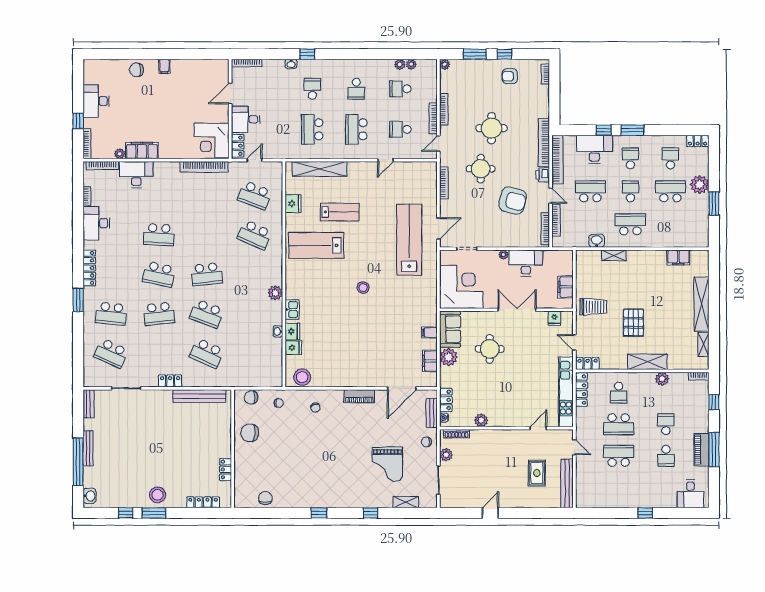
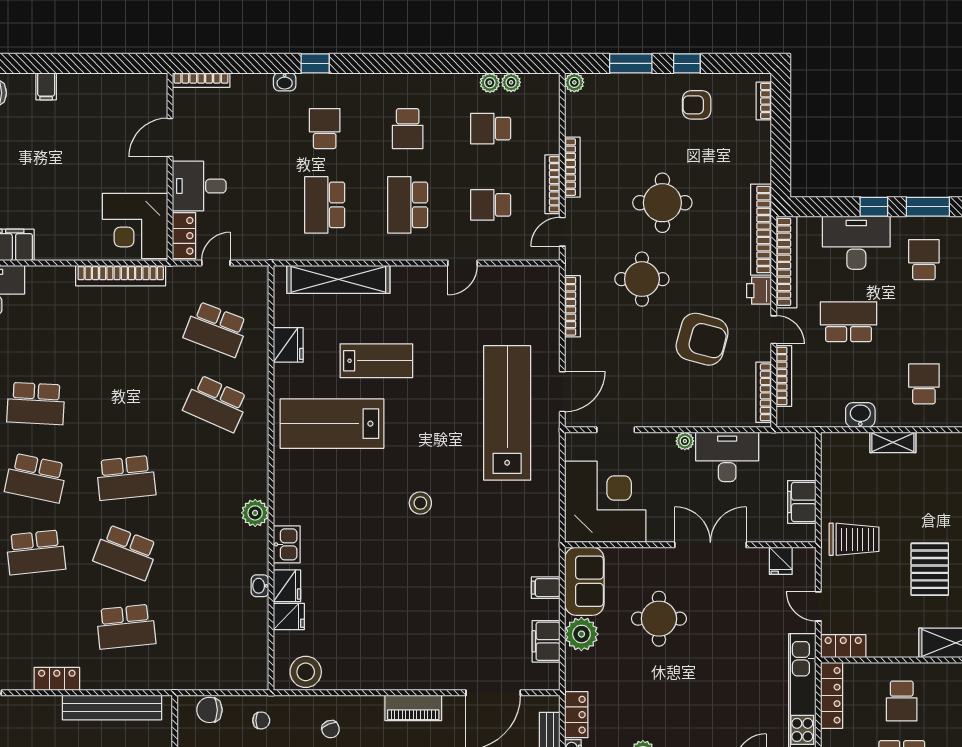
school desk: (630, 191) -> (924, 322), removed
school desk: (630, 224) -> (924, 384), width x0.54
school desk: (207, 353) -> (126, 627), turned -30

